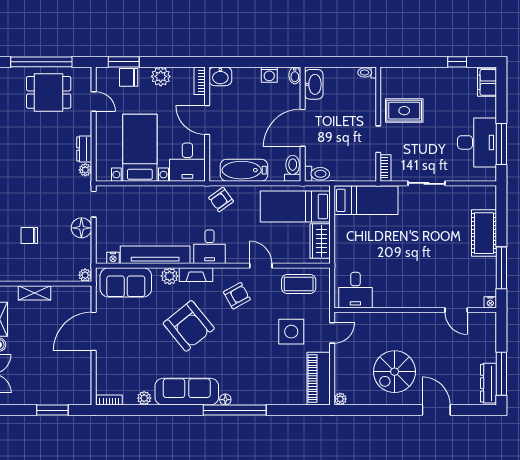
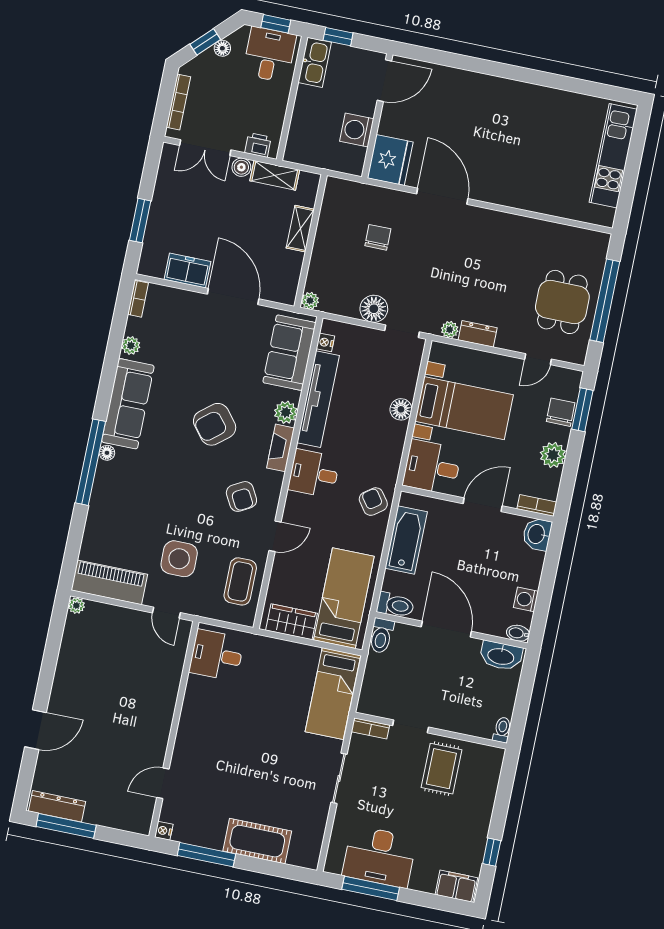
floor lamp: (150, 193) -> (401, 409), added
armchair: (189, 326) -> (215, 424), width x0.73, depth x0.73
freezer: (82, 368) -> (188, 271), added
spiral stairs: (395, 372) -> (98, 685), removed

